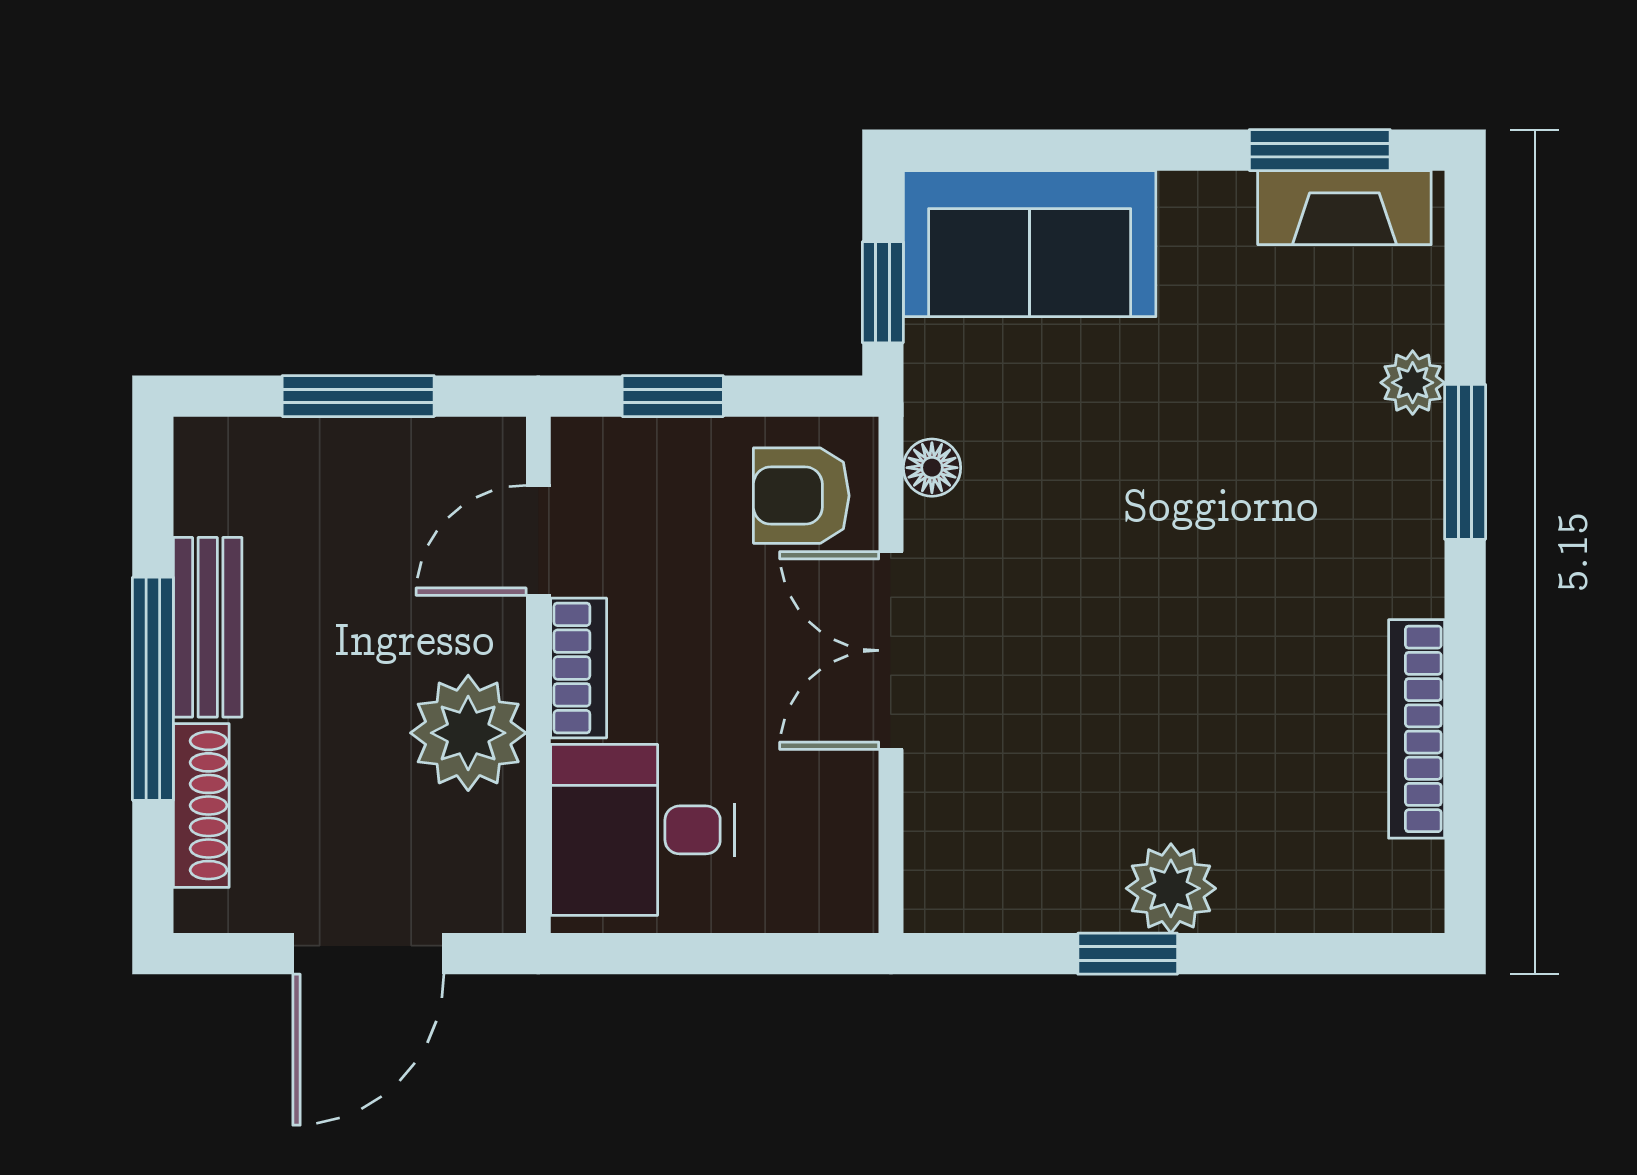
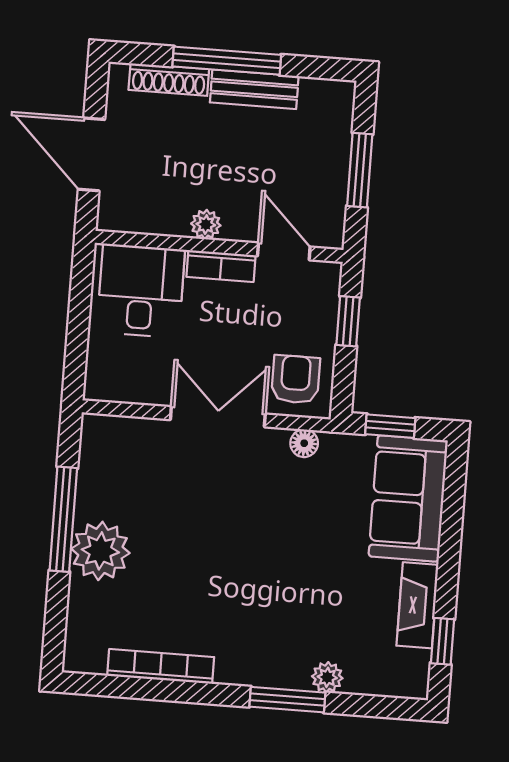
window: (1320, 150) -> (442, 641), width x0.67
fireplace: (1344, 208) -> (417, 605), moved
plant: (468, 733) -> (206, 225), width x0.53, depth x0.53
plant: (1171, 888) -> (100, 551), width x1.36, depth x1.36
window: (1128, 954) -> (63, 519), width x2.17

